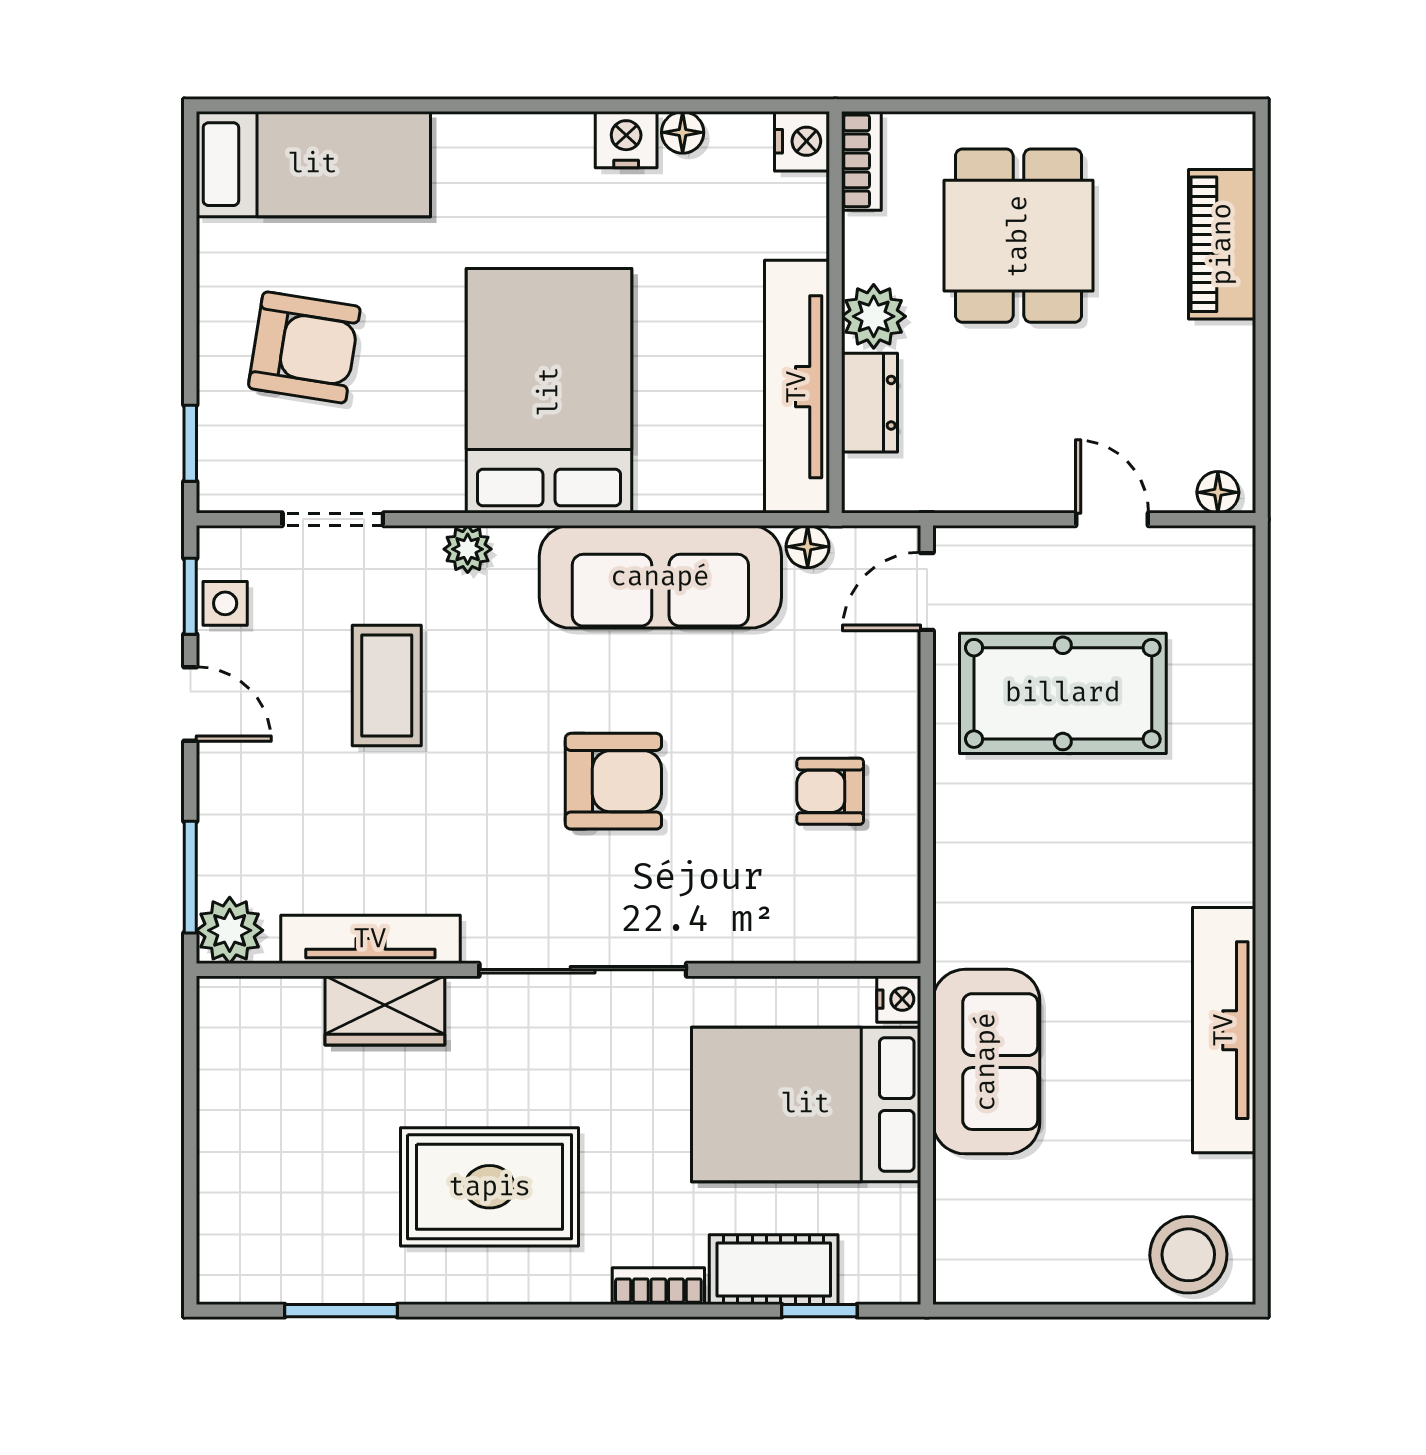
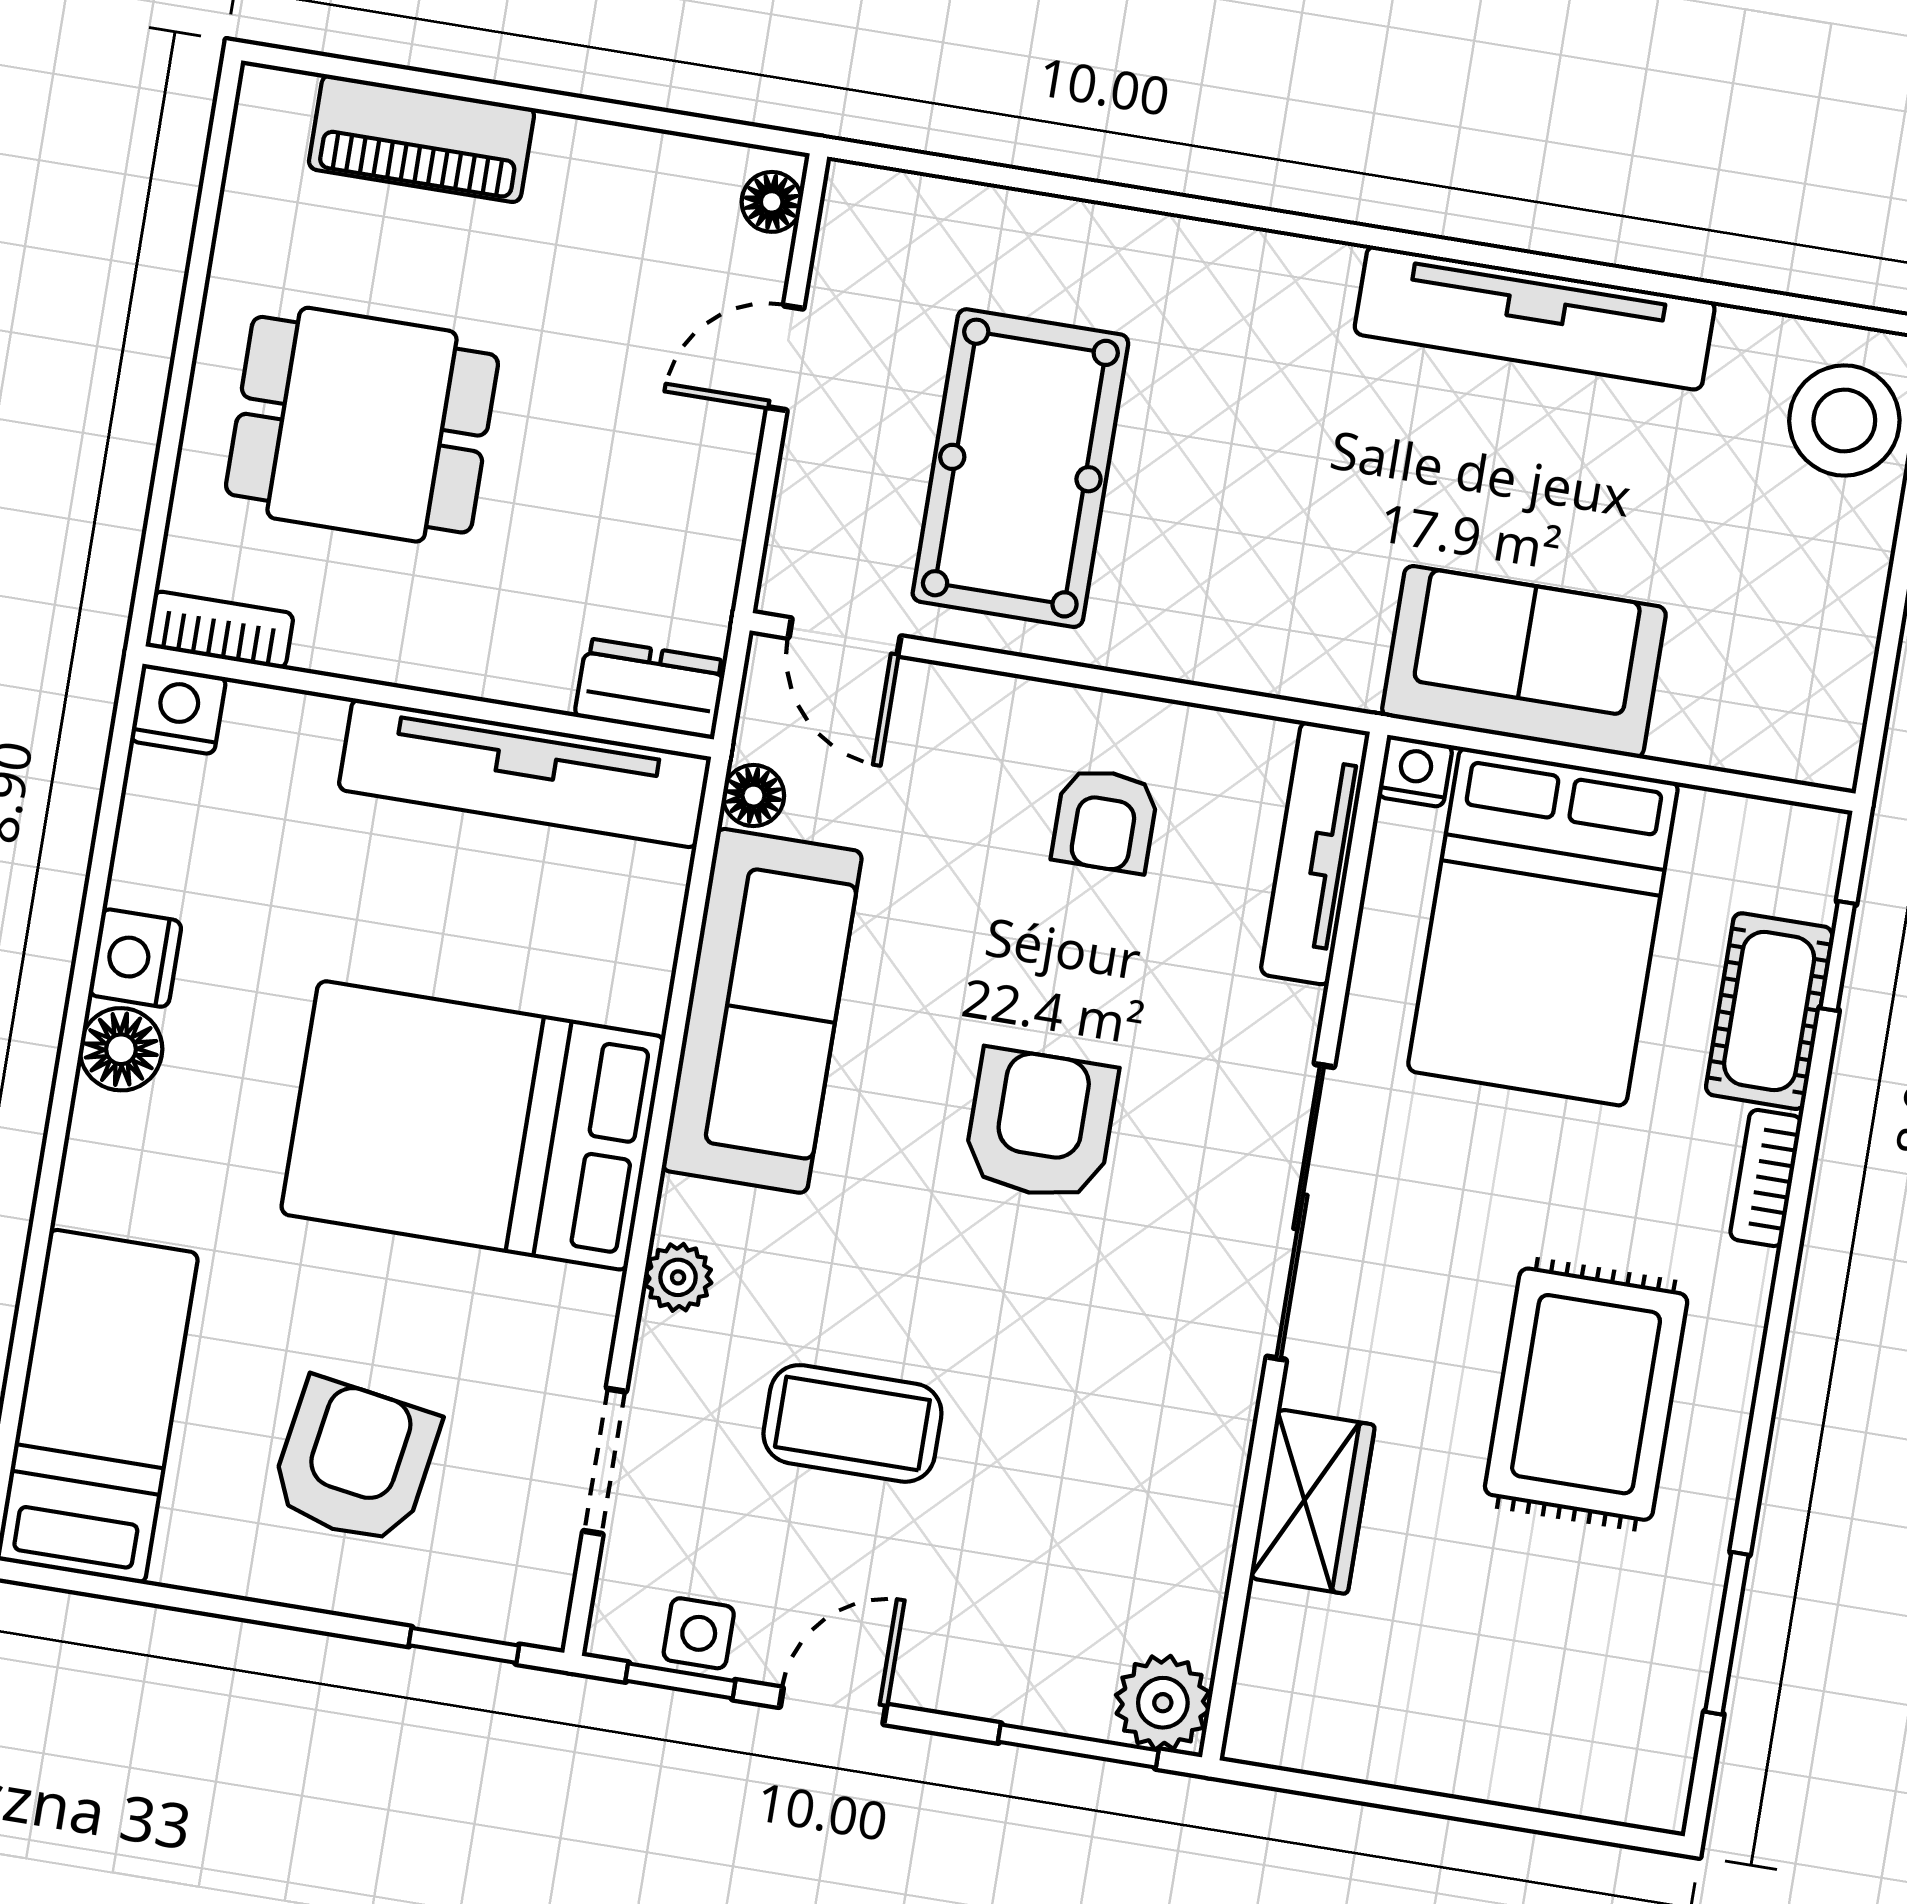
floor lamp: (683, 132) -> (121, 1049), moved, width x1.37, depth x1.37
plant: (874, 316) -> (443, 649), removed
dresser: (869, 403) -> (650, 689), moved
tv unit: (370, 939) -> (1315, 853), moved

